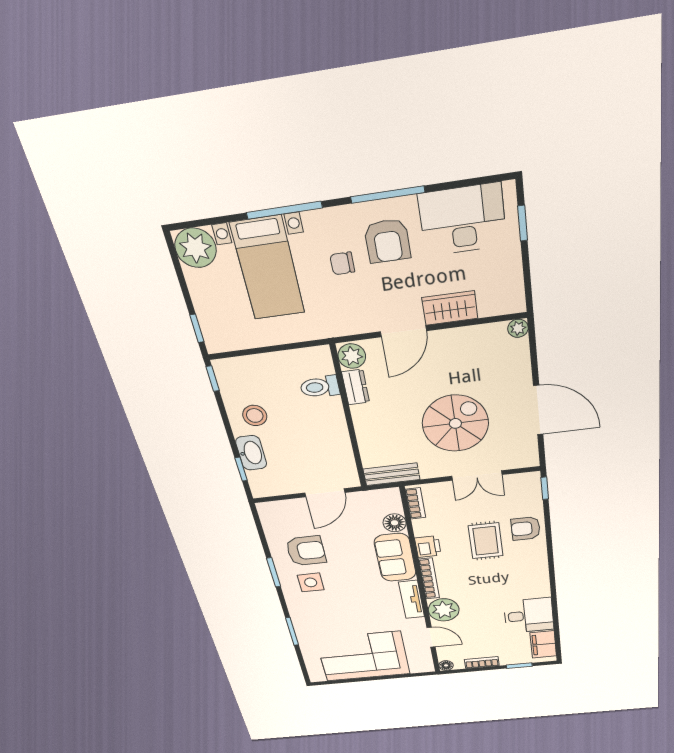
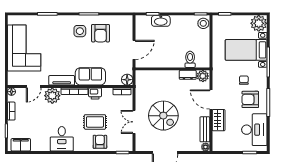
stool: (255, 415) -> (203, 23), moved
bench: (391, 474) -> (205, 129), moved
door: (325, 493) -> (134, 50), swing flipped
floor lamp: (395, 523) -> (127, 80), moved
desk: (529, 616) -> (62, 139), moved

